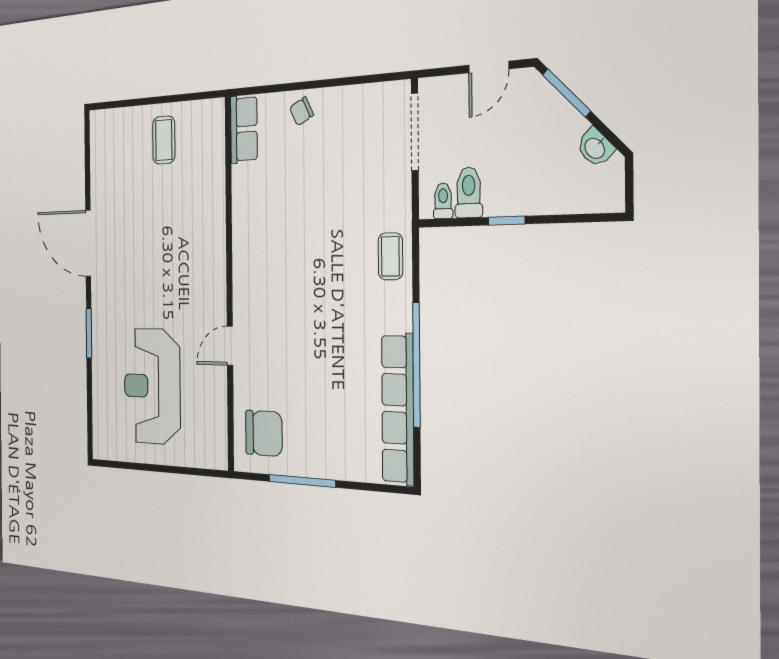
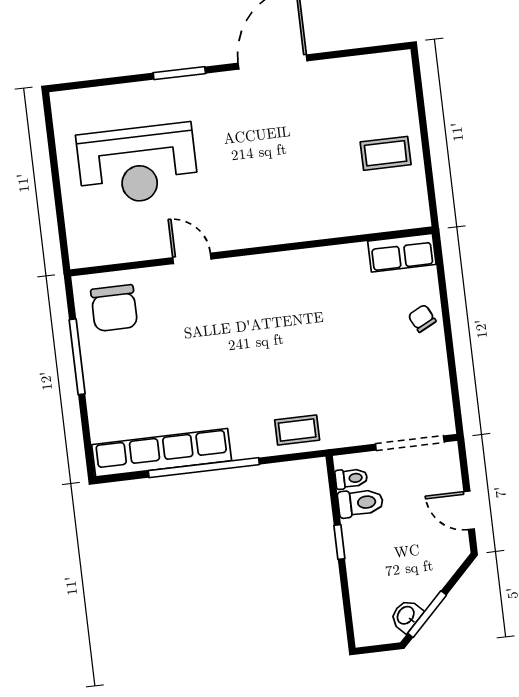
window: (566, 93) -> (427, 614), moved
reception desk: (152, 386) -> (137, 164), turned 180

